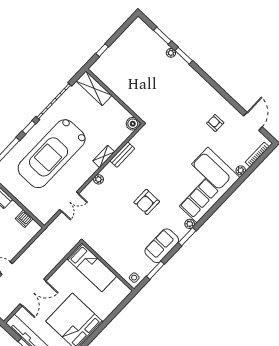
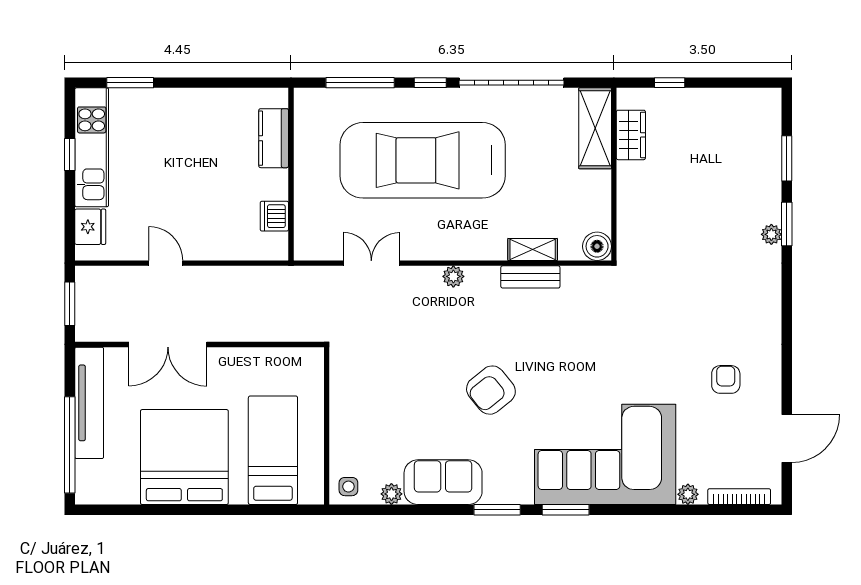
plant: (171, 53) -> (771, 234), moved
wardrobe: (107, 79) -> (631, 135), added
shelving: (104, 156) -> (533, 249), moved
double door: (69, 202) -> (371, 263), swing flipped
armchair: (147, 202) -> (491, 390), turned -39
plant: (190, 224) -> (391, 494), moved
bed: (92, 267) -> (273, 450), moved, turned 180
window: (155, 270) -> (566, 510), moved

